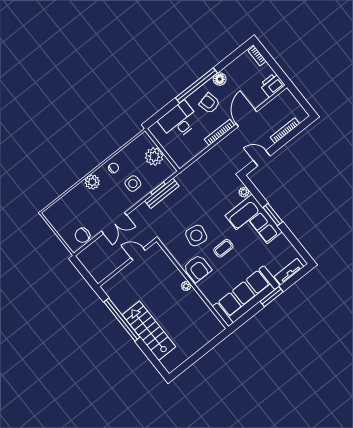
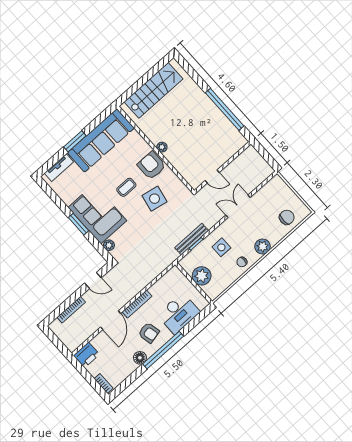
chair: (82, 235) -> (287, 217), moved
stairs: (149, 331) -> (153, 90), moved, turned -90

